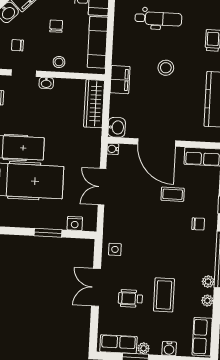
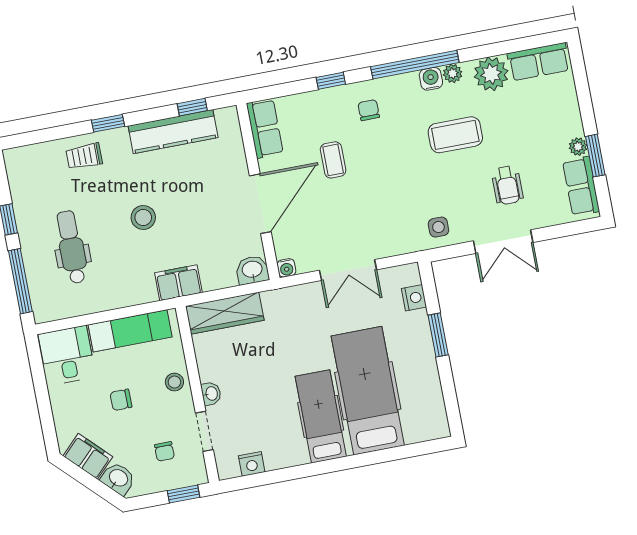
coffee table: (164, 295) -> (455, 135), moved
plant: (207, 301) -> (491, 74), width x1.88, depth x1.88
water cooler: (169, 349) -> (431, 79), moved, turned -90

